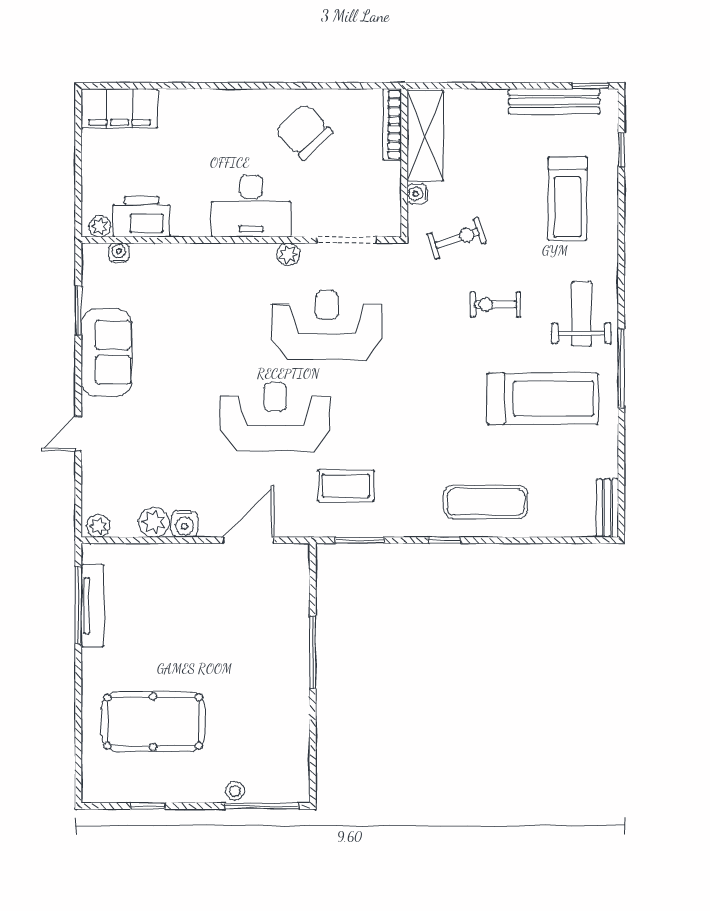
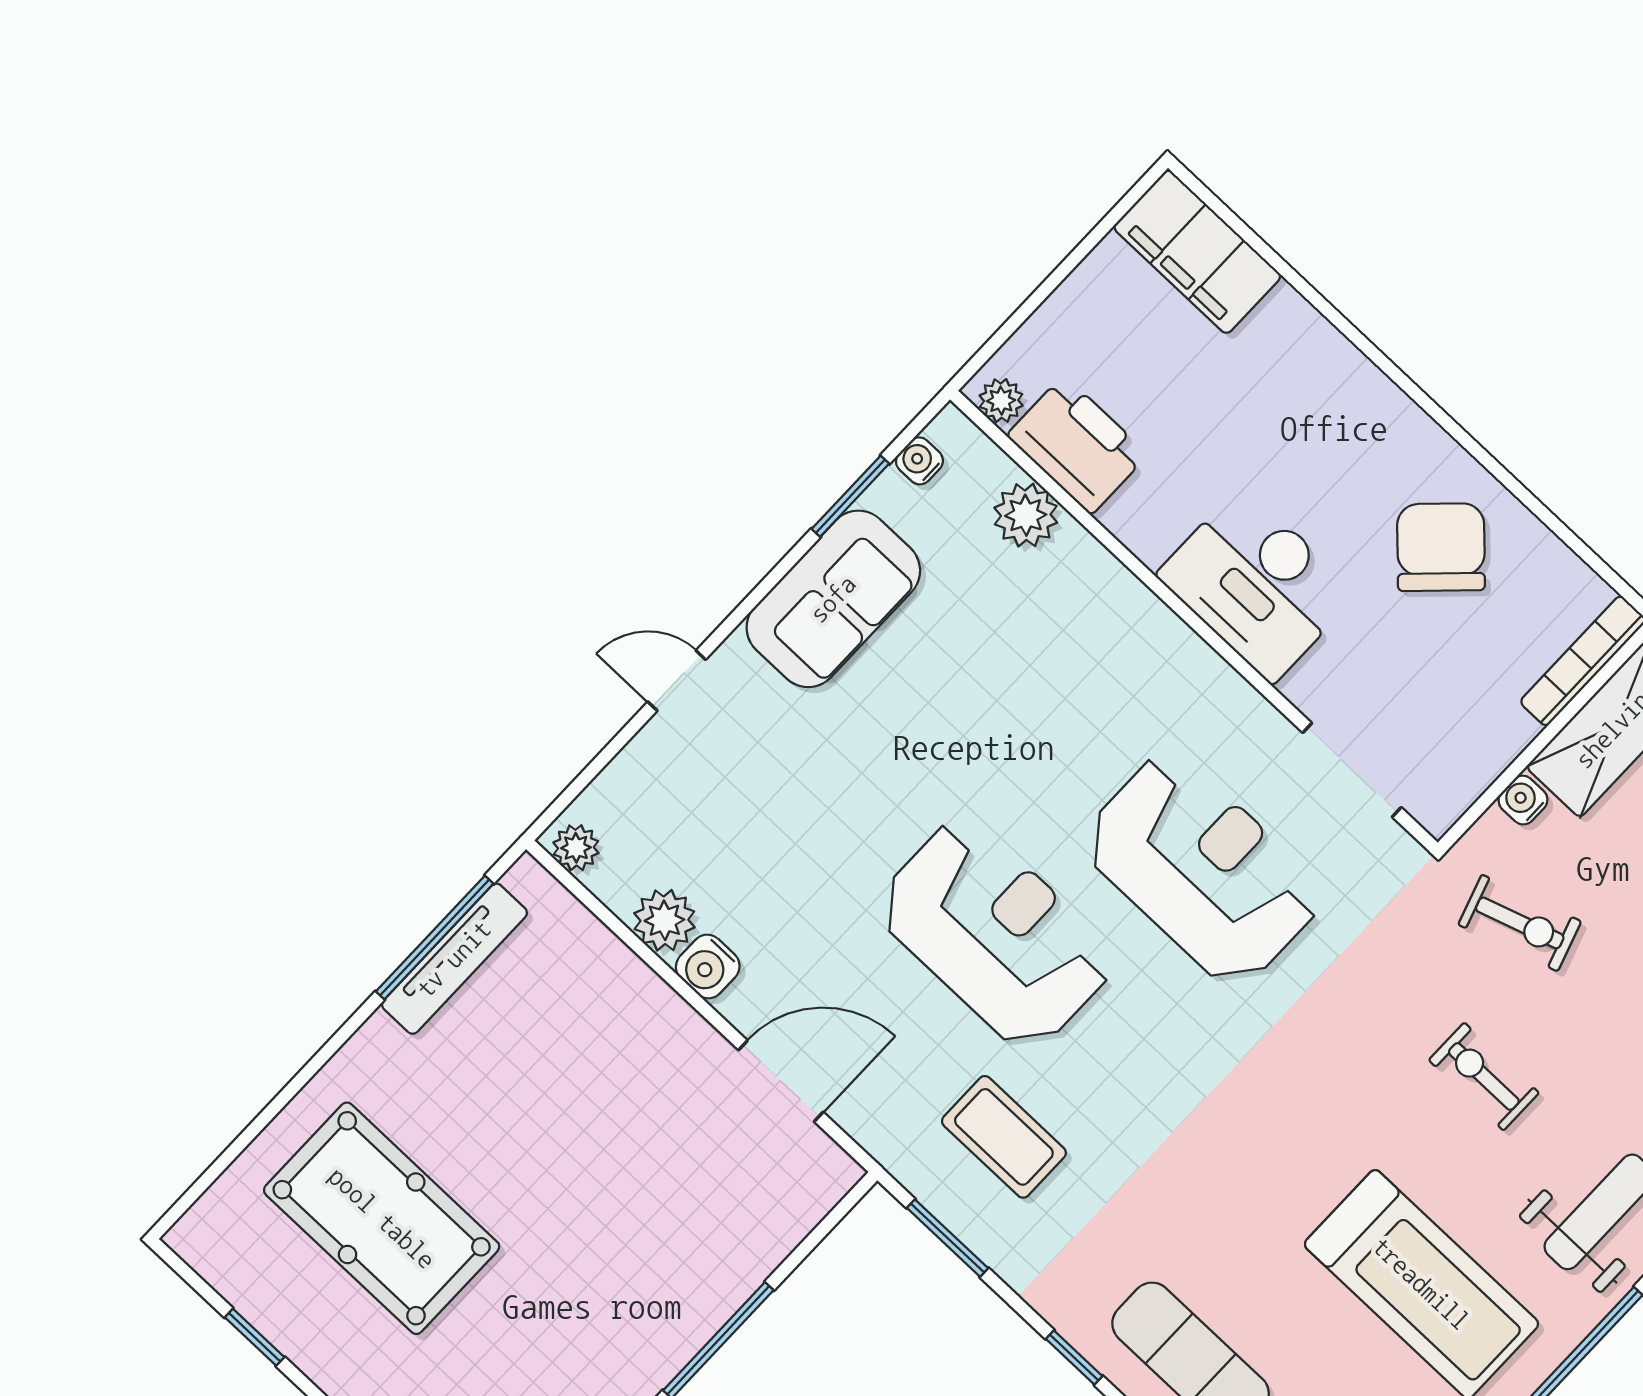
water cooler: (119, 253) -> (919, 461), moved, turned -90
plant: (288, 254) -> (1026, 515), moved, width x1.38, depth x1.38

